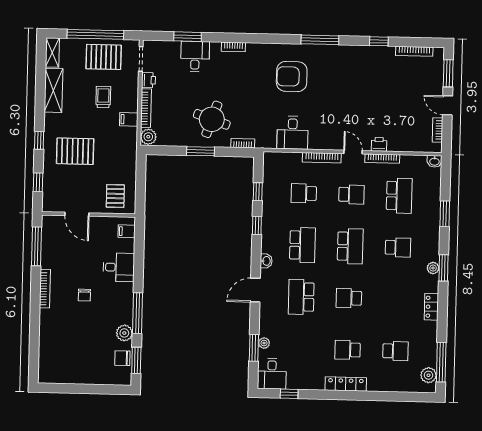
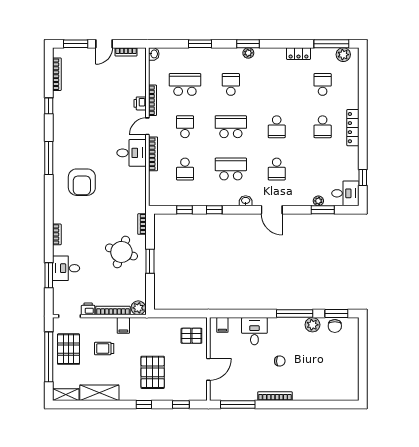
desk: (293, 133) -> (132, 153), moved
school desk: (301, 297) -> (277, 169), width x0.54
locker: (431, 307) -> (298, 54), moved

